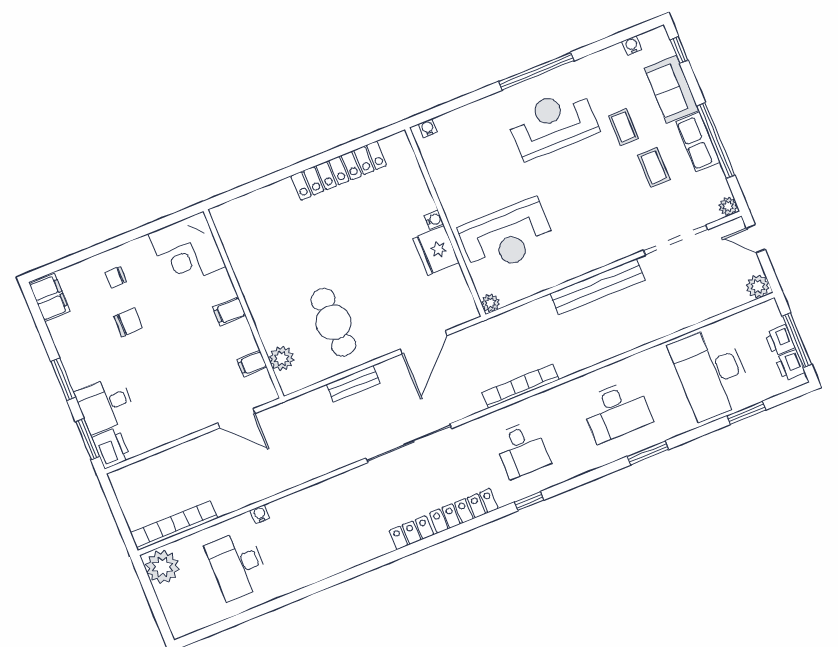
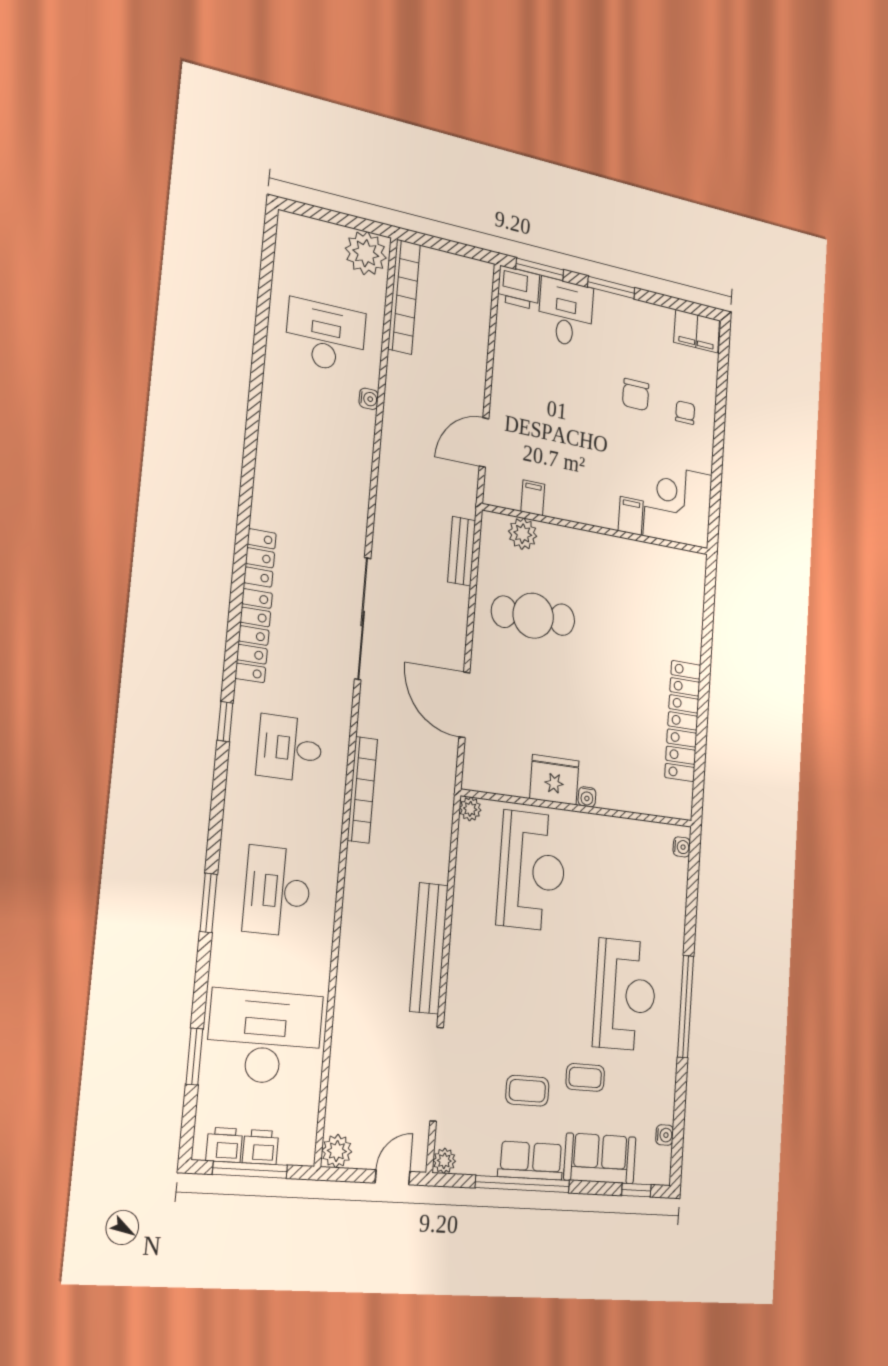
reception desk: (507, 237) -> (532, 871), turned 180
filing cabinet: (229, 311) -> (631, 516), moved
bench: (353, 384) -> (462, 551), moved

